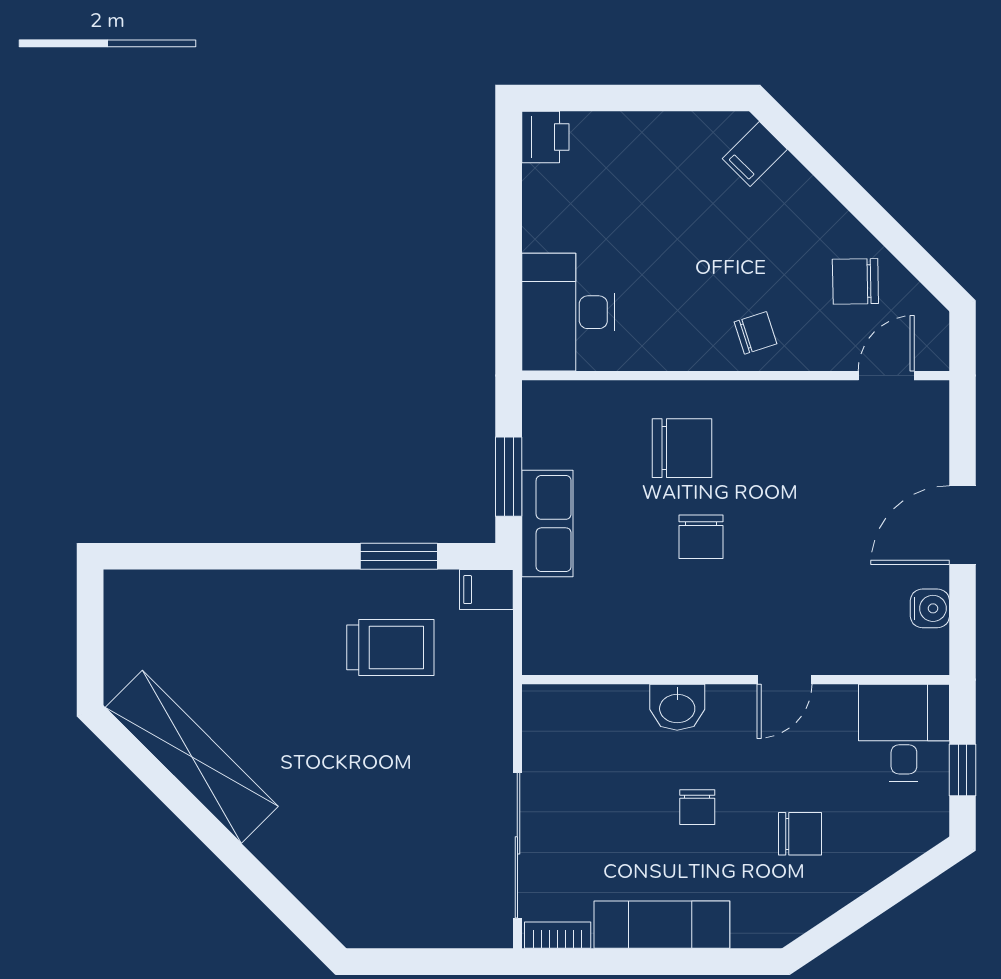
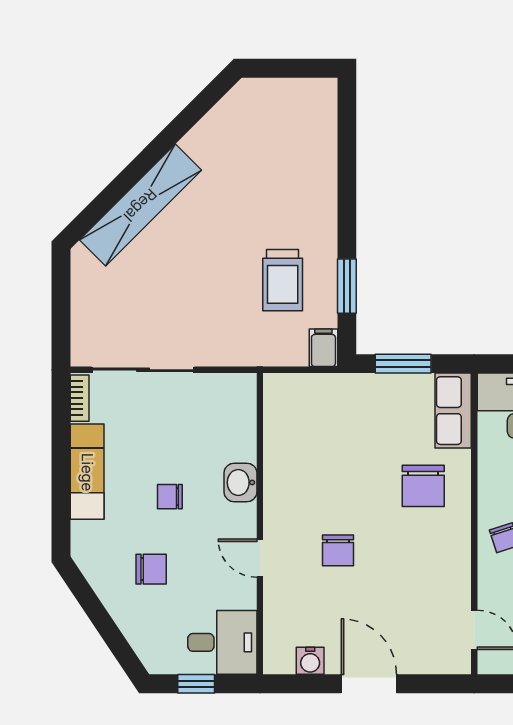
row of seats: (547, 524) -> (453, 411), moved, turned 90
chair: (701, 537) -> (338, 550), moved, turned -90
shelving: (192, 757) -> (140, 205), moved
chair: (800, 834) -> (151, 569), turned -90

